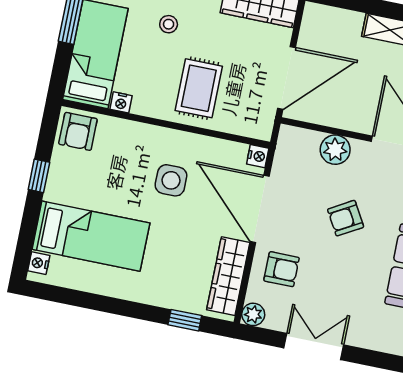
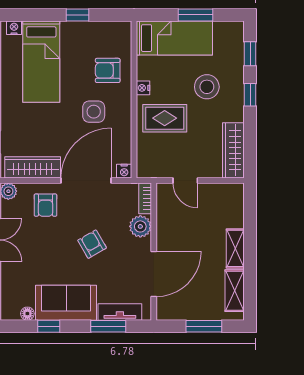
stool: (169, 24) -> (207, 87), width x1.89, depth x1.89
door: (287, 78) -> (185, 180), width x0.53
nightstand: (121, 102) -> (143, 88), moved
armchair: (78, 131) -> (108, 70), moved
bookcase: (299, 136) -> (145, 198), added

